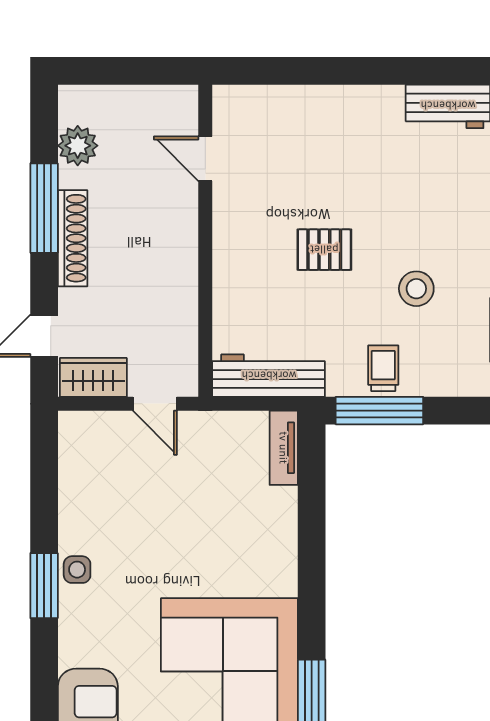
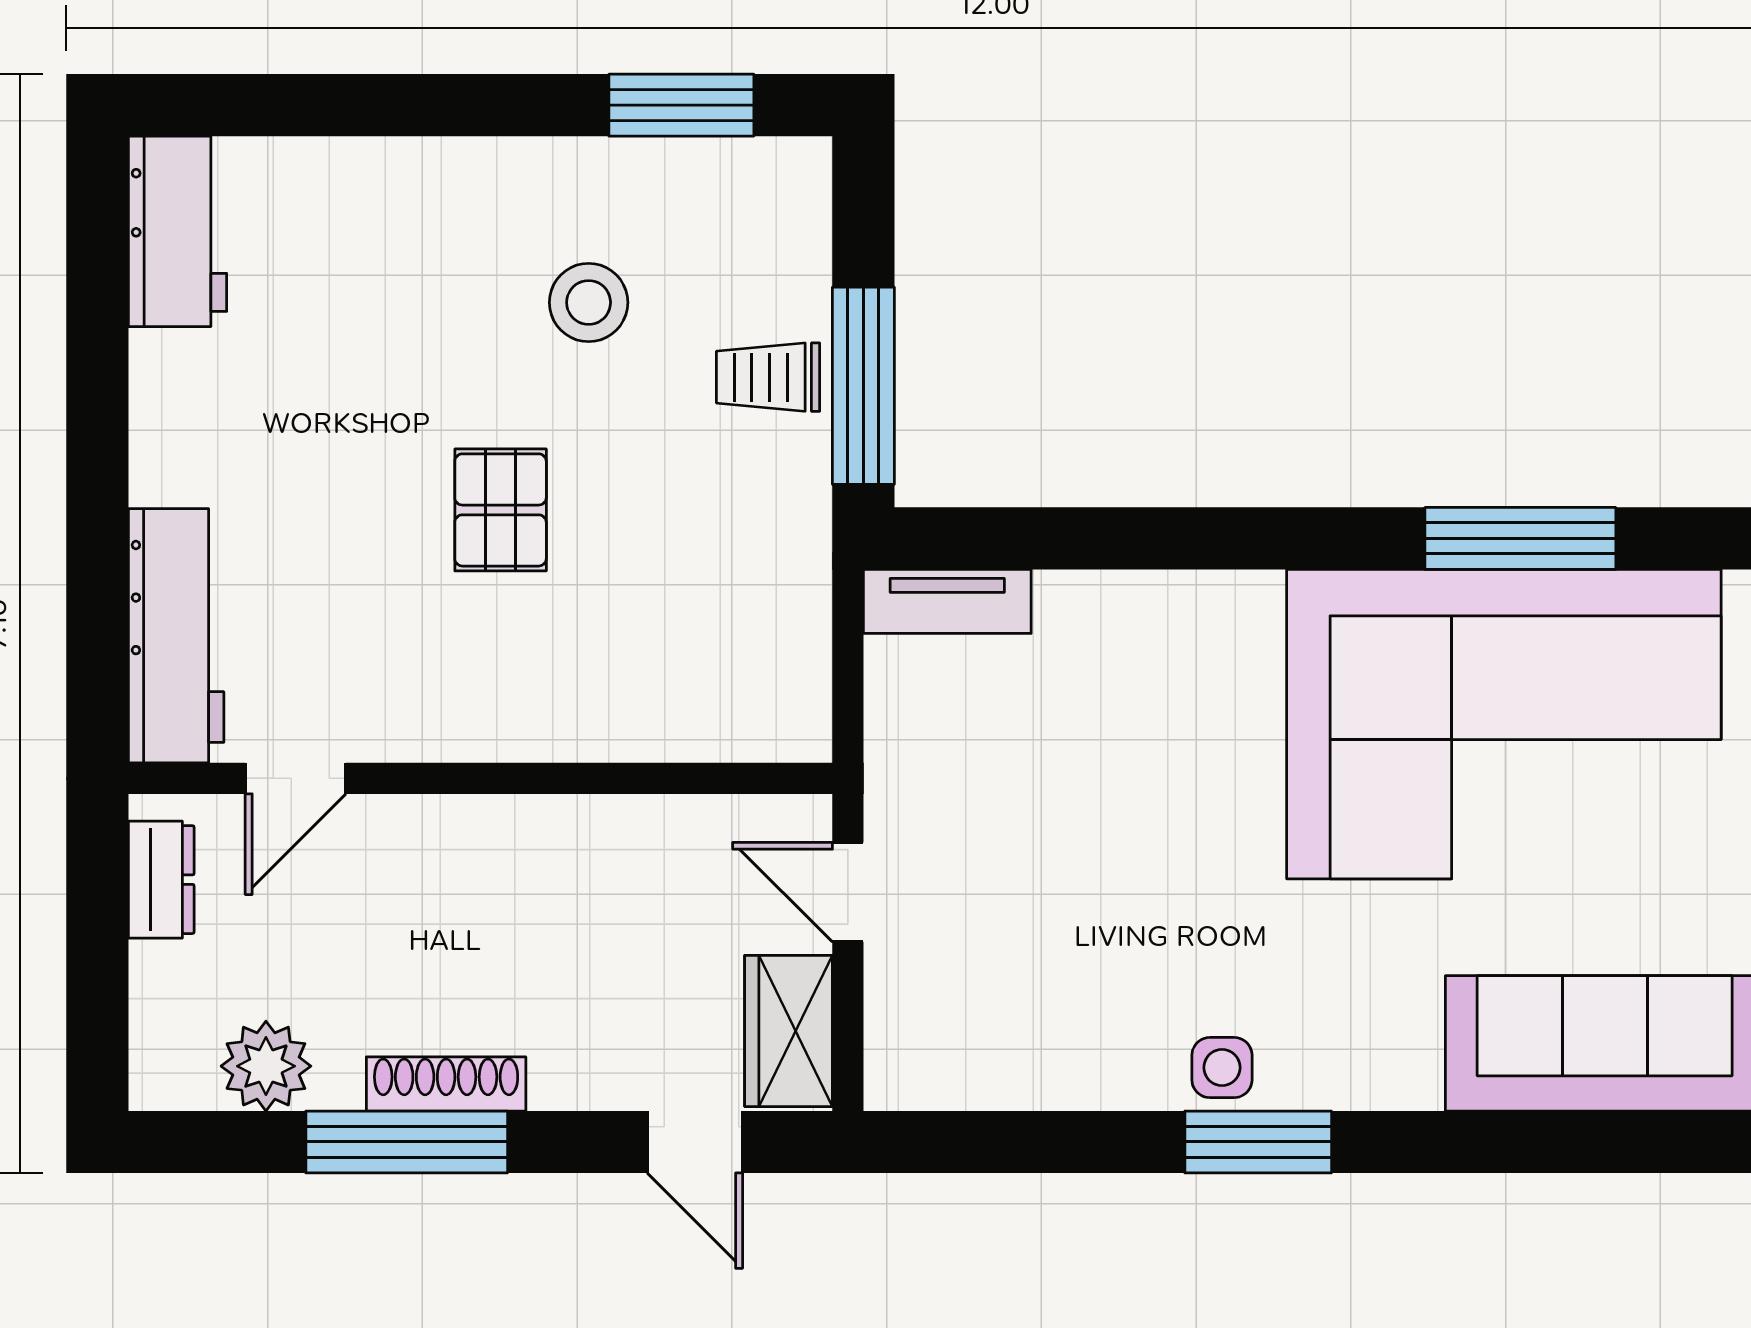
dresser: (160, 99) -> (161, 880), added
shoe rack: (73, 238) -> (446, 1084), width x0.74, depth x0.81
workbench: (269, 376) -> (176, 636), moved, turned 180
door: (155, 404) -> (848, 892), swing flipped

